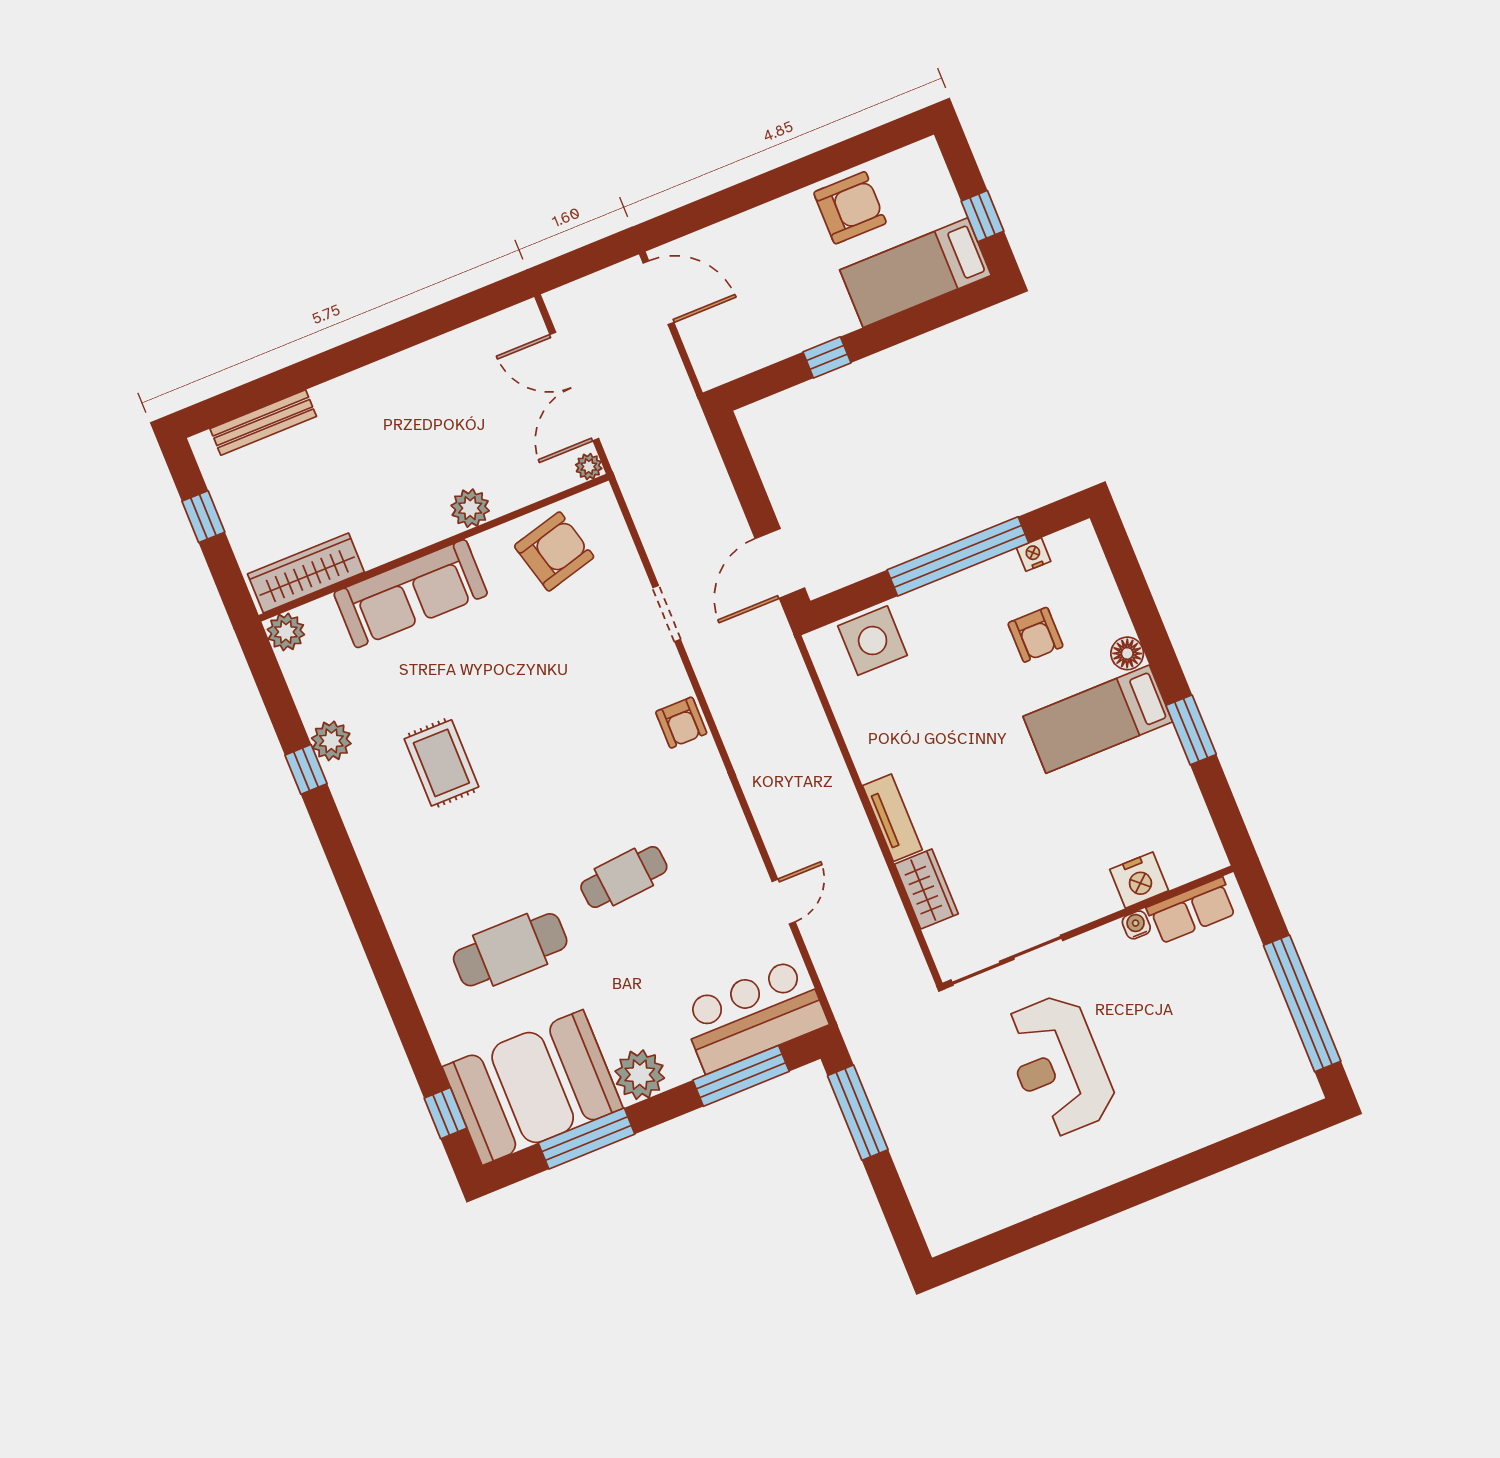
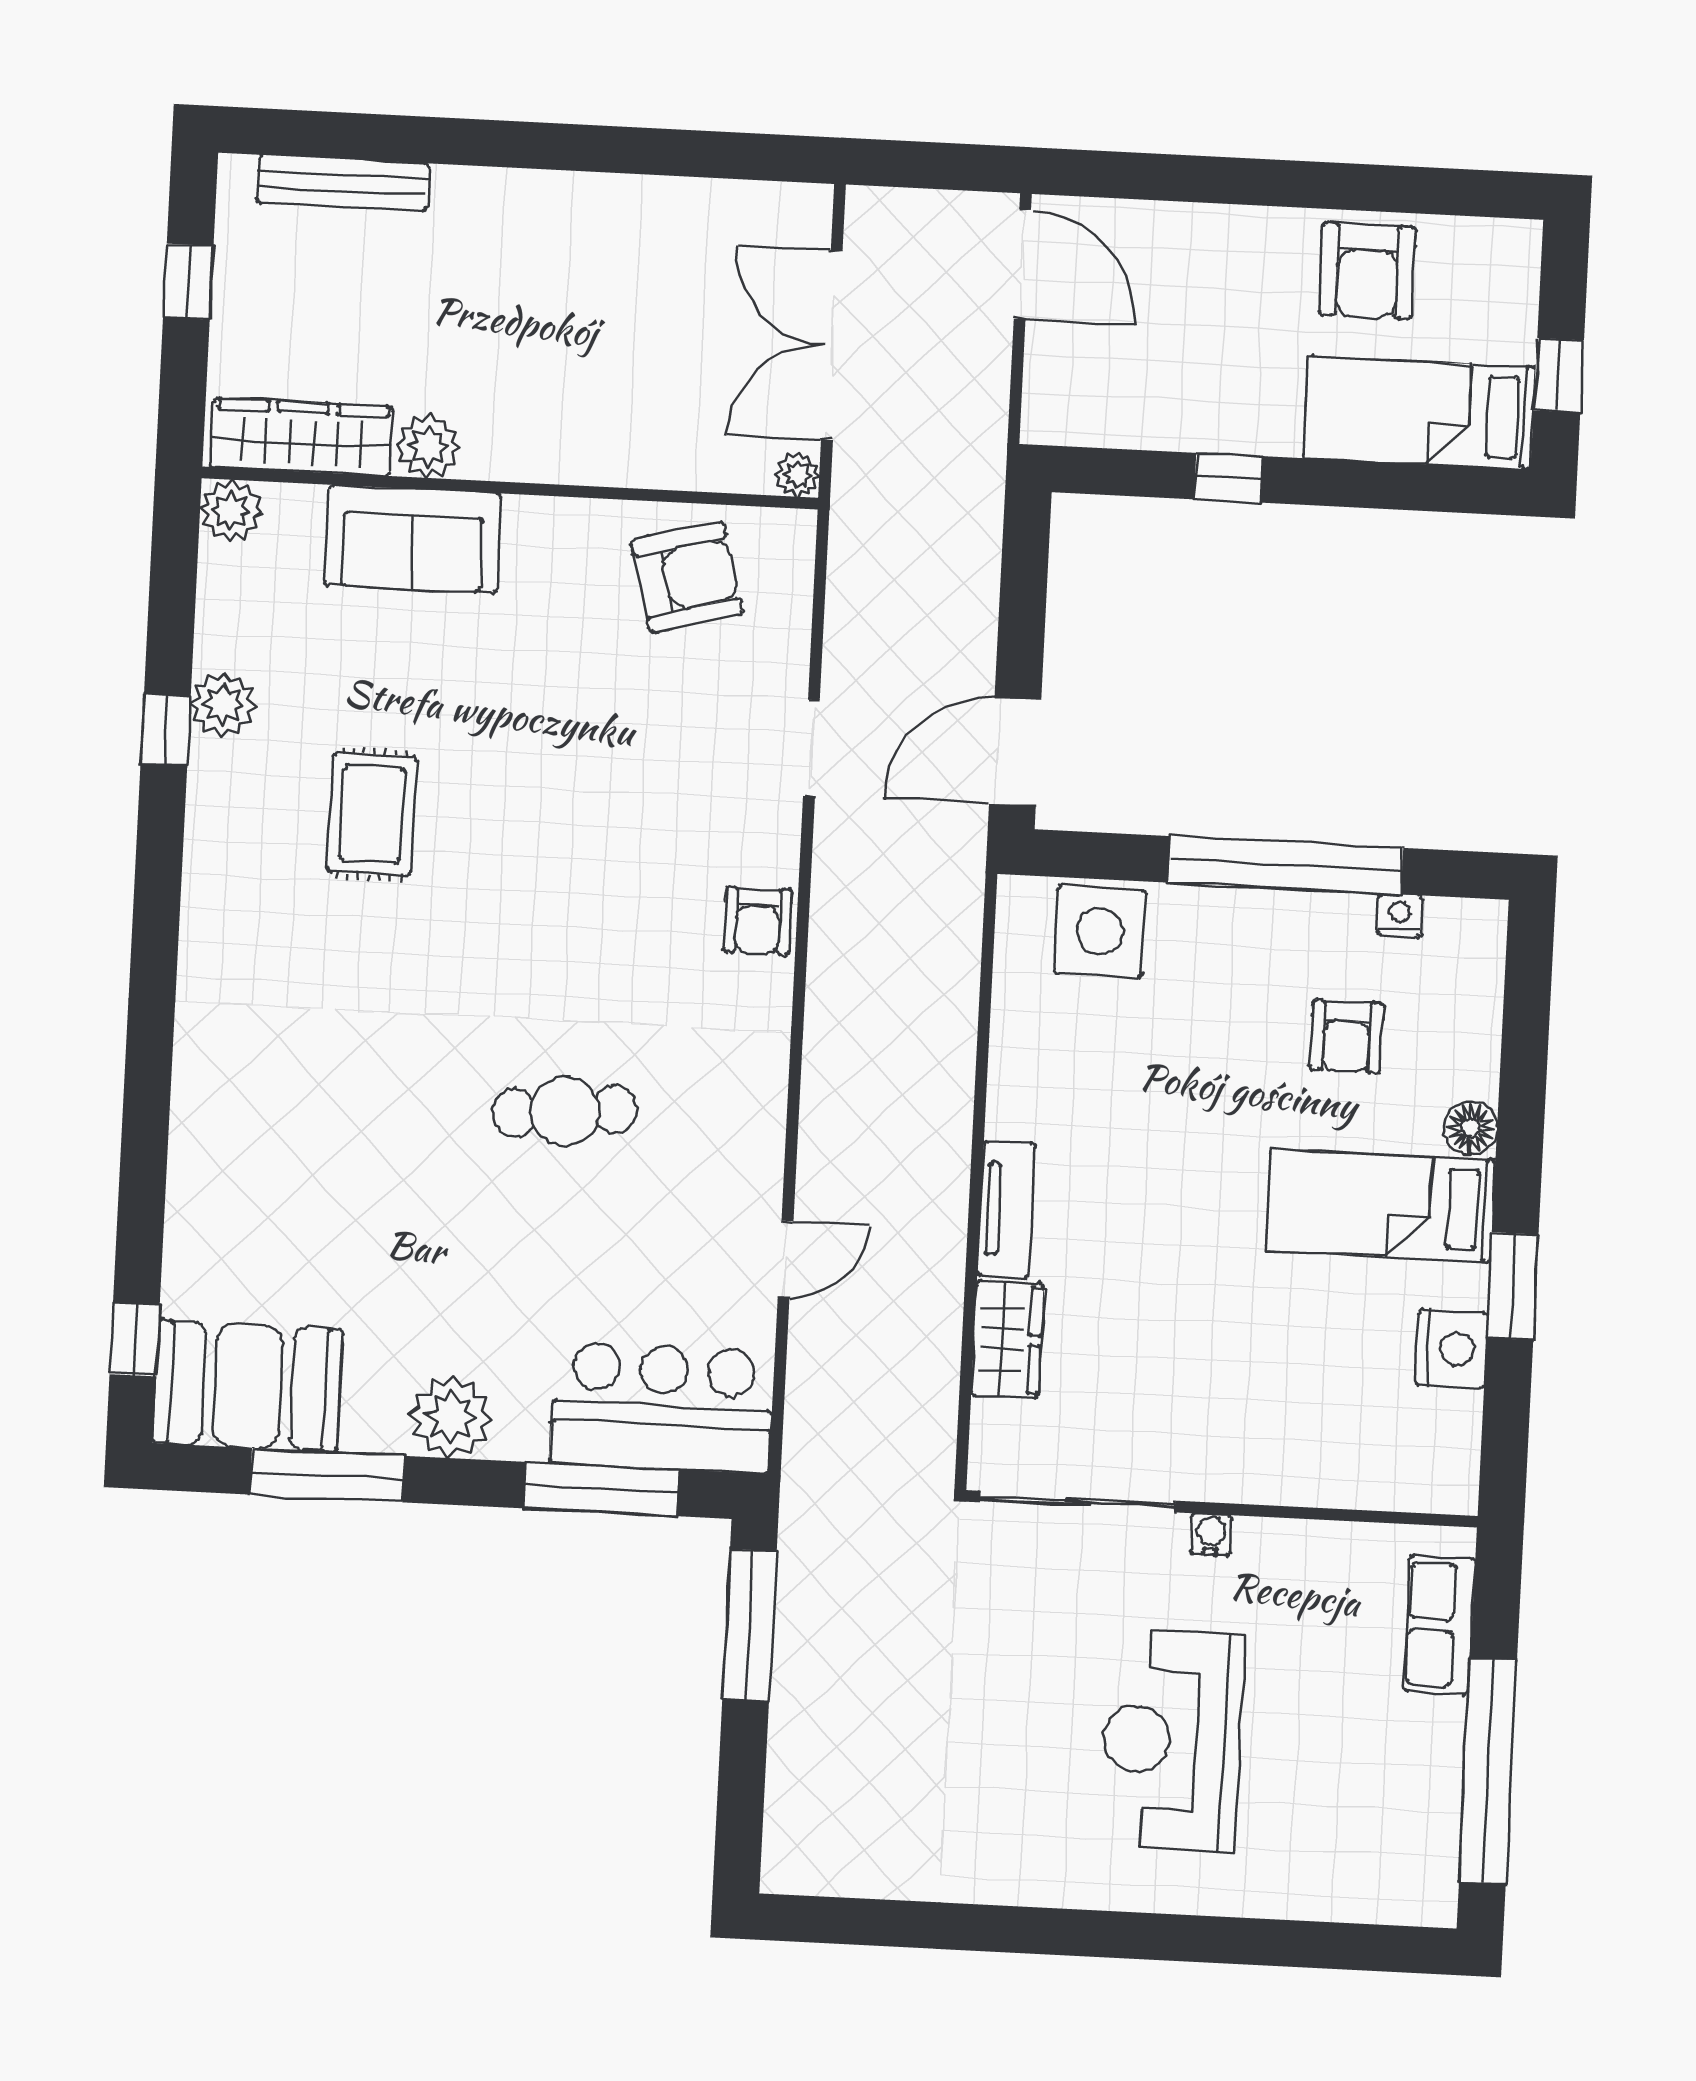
armchair: (850, 208) -> (1367, 271), turned 90
plant: (470, 508) -> (428, 446), moved
sofa: (411, 594) -> (413, 539), width x0.73
nightstand: (1139, 880) -> (1452, 1349), moved, turned -90
row of seats: (1192, 910) -> (1439, 1625), moved, turned 90
water cooler: (1136, 925) -> (1211, 1535), moved
cafe table: (510, 950) -> (345, 1141), removed
reception desk: (1059, 1066) -> (1172, 1741), moved
booth: (533, 1087) -> (248, 1386), width x0.73, depth x0.70

